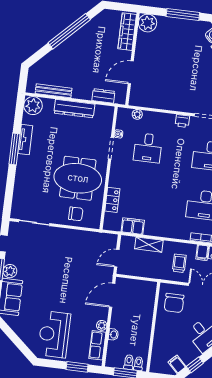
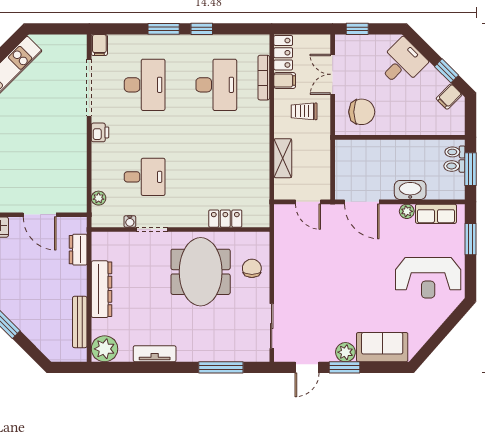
window: (15, 149) -> (221, 367), moved
filing cabinet: (133, 226) -> (259, 185), removed
washbasin: (113, 335) -> (410, 190), width x1.91, depth x1.45

